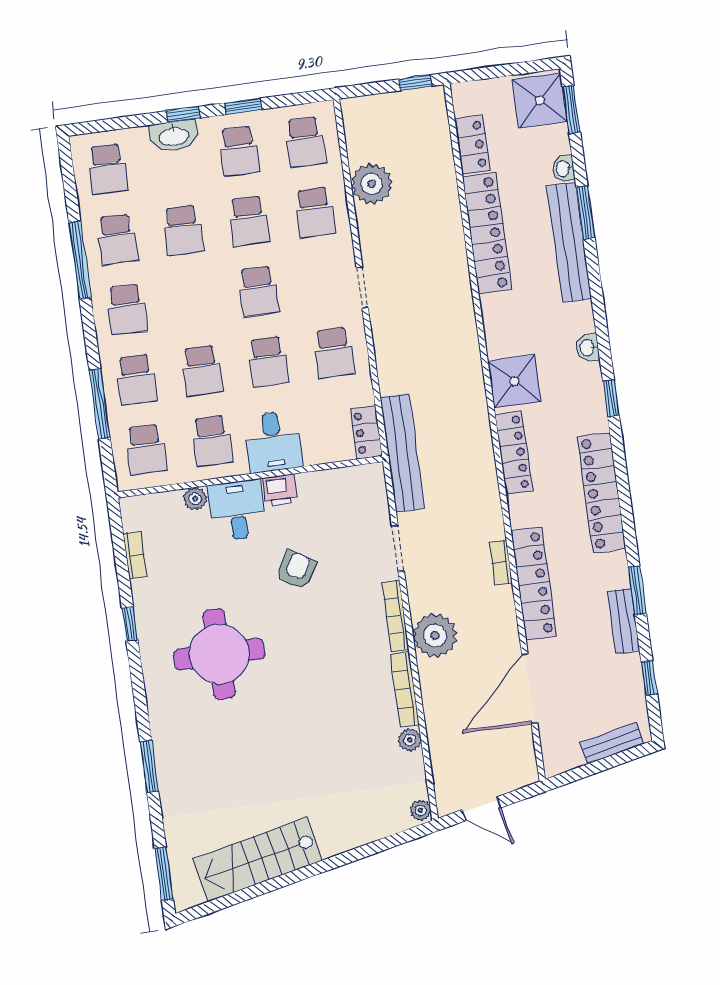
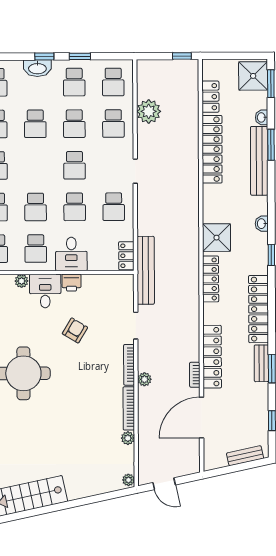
bookcase: (501, 563) -> (195, 375), moved
bench: (624, 621) -> (261, 363), moved
plant: (435, 635) -> (144, 379), width x0.53, depth x0.53

